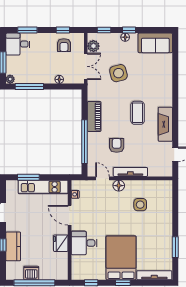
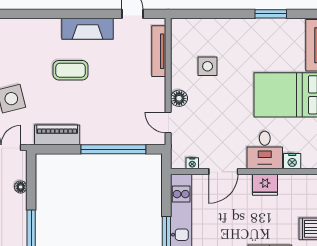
piano: (94, 116) -> (57, 135), moved
armchair: (117, 145) -> (119, 101), removed
tv unit: (130, 172) -> (159, 51), moved
door: (103, 178) -> (168, 122), hinge flipped
nightstand: (77, 261) -> (292, 161), added

